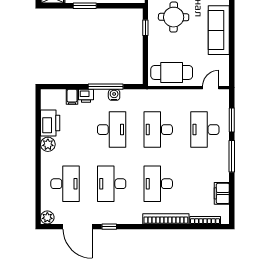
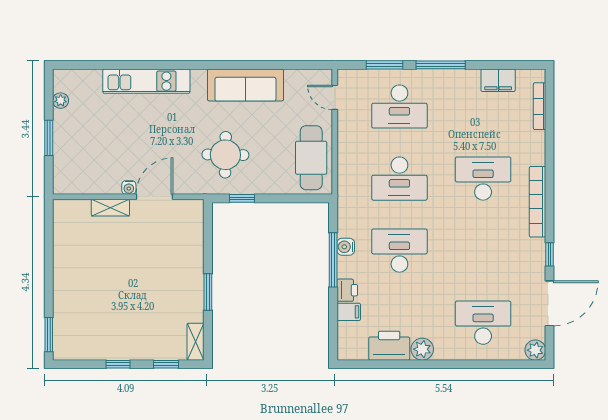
desk: (112, 184) -> (483, 251), removed
desk: (158, 184) -> (483, 179), turned 180
bookcase: (166, 219) -> (537, 202), moved

